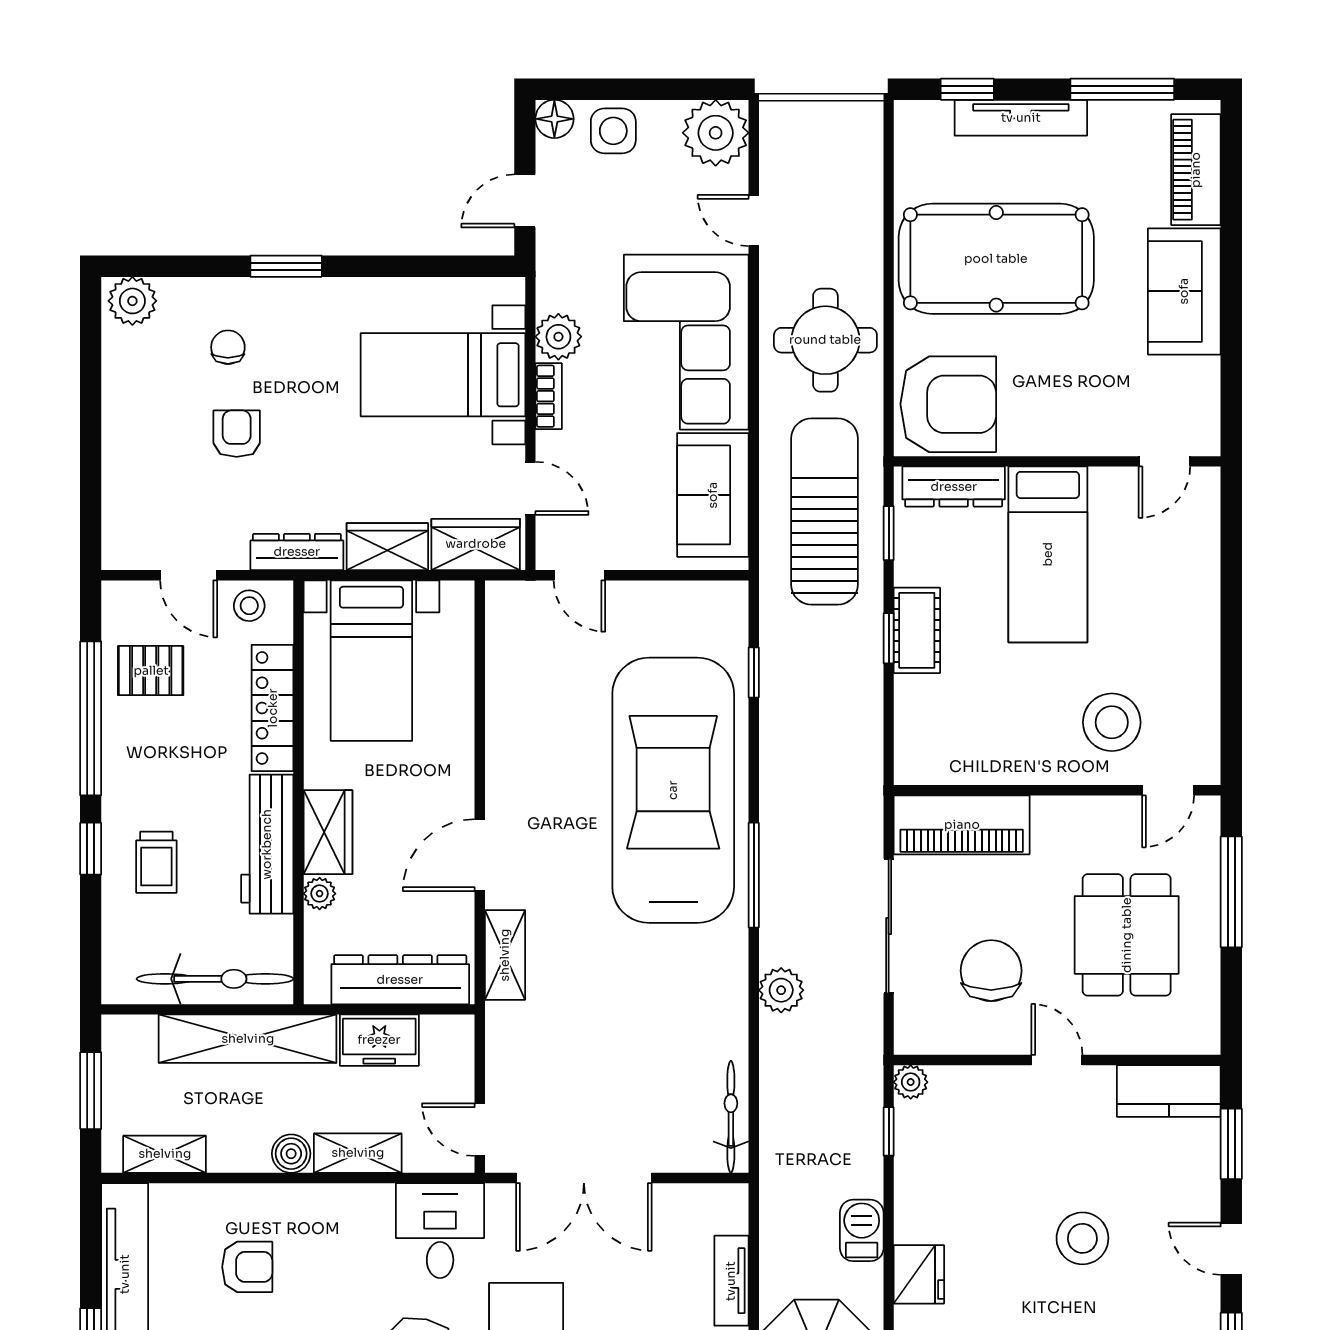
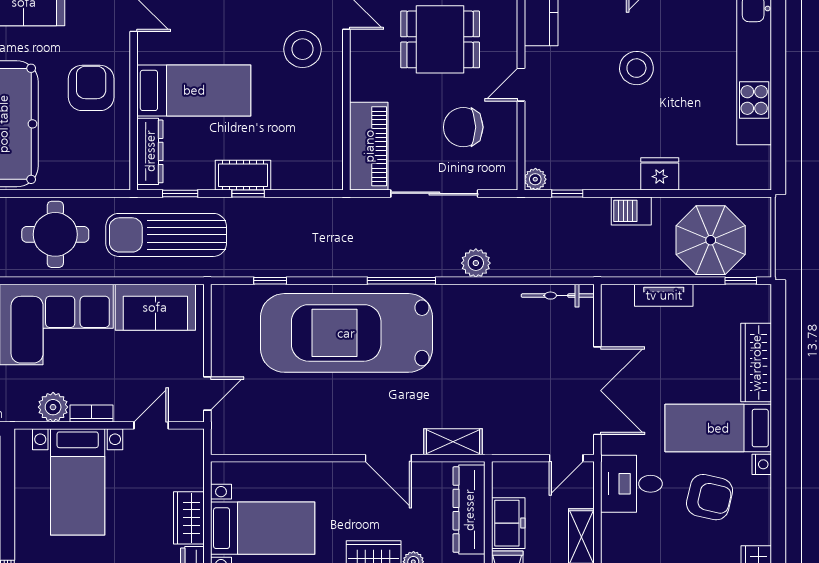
armchair: (948, 404) -> (91, 88), moved, width x0.73, depth x0.73
wardrobe: (476, 544) -> (187, 461), removed

